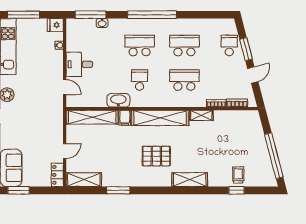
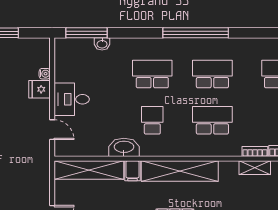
window: (152, 15) -> (196, 33), moved
fridge: (55, 25) -> (40, 89), moved
shelving: (201, 115) -> (255, 168), moved

